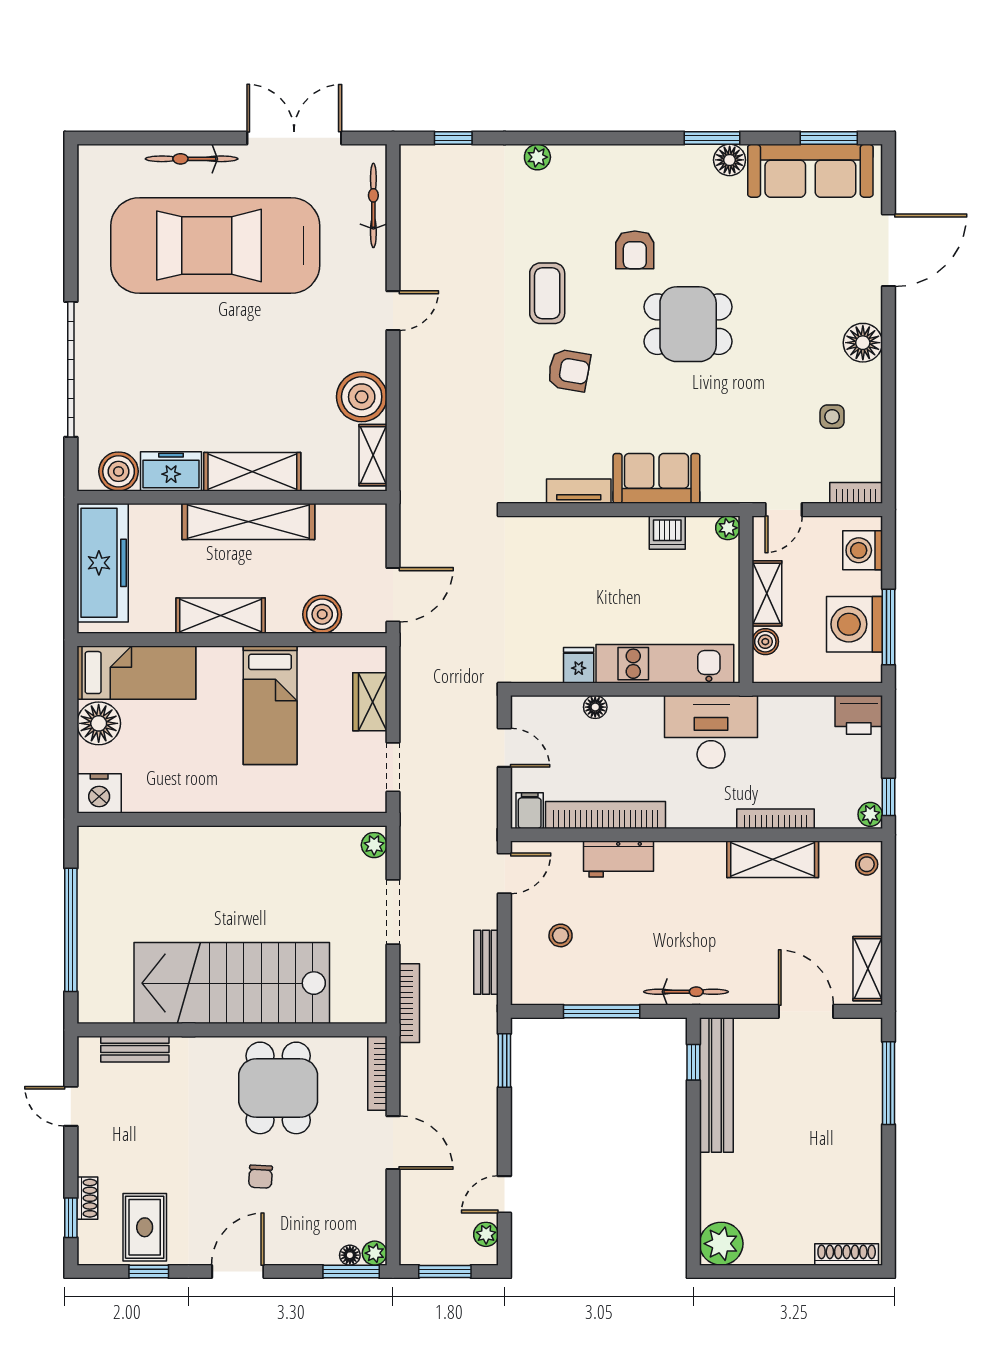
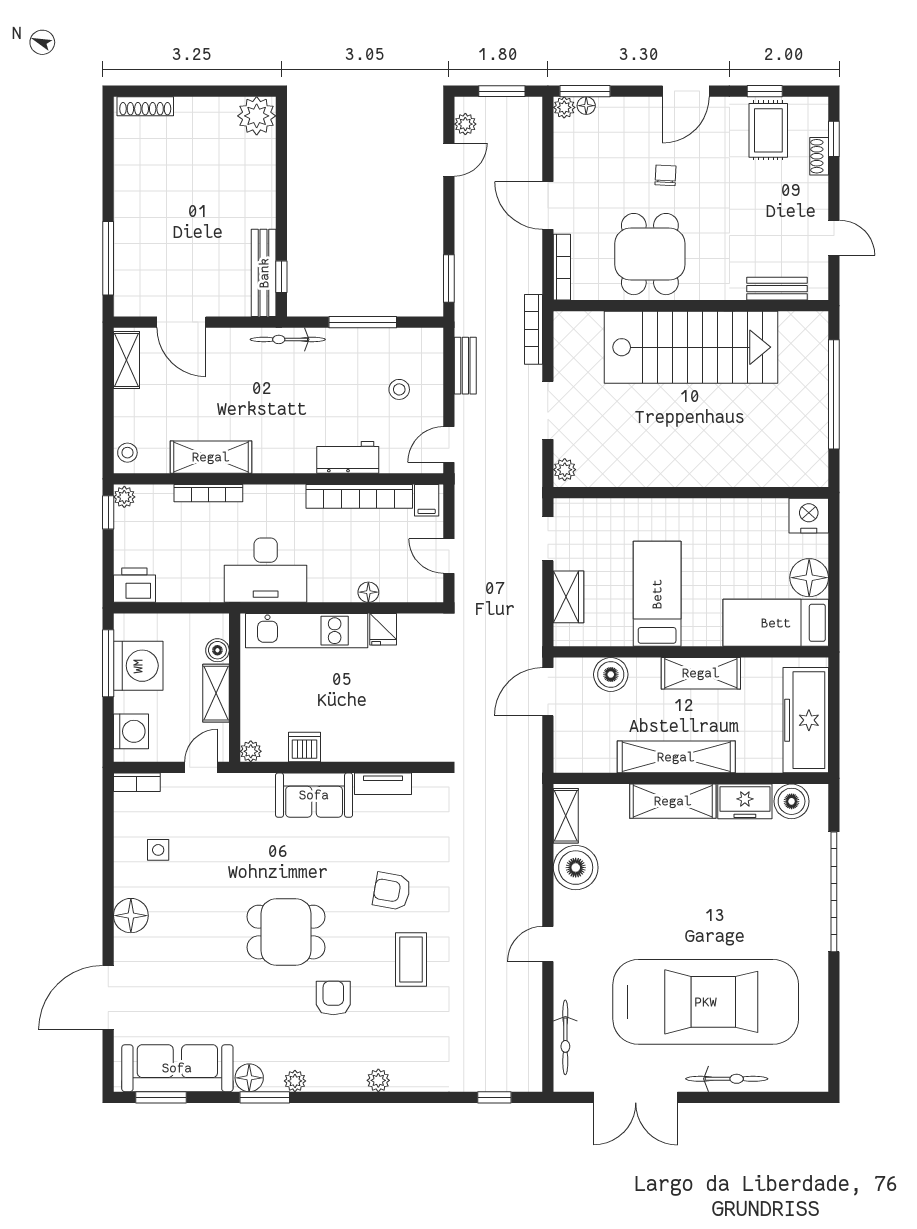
plant: (678, 156) -> (295, 1081), added
plant: (537, 157) -> (378, 1080), moved
bench: (716, 1085) -> (264, 273), width x0.73, depth x0.82

